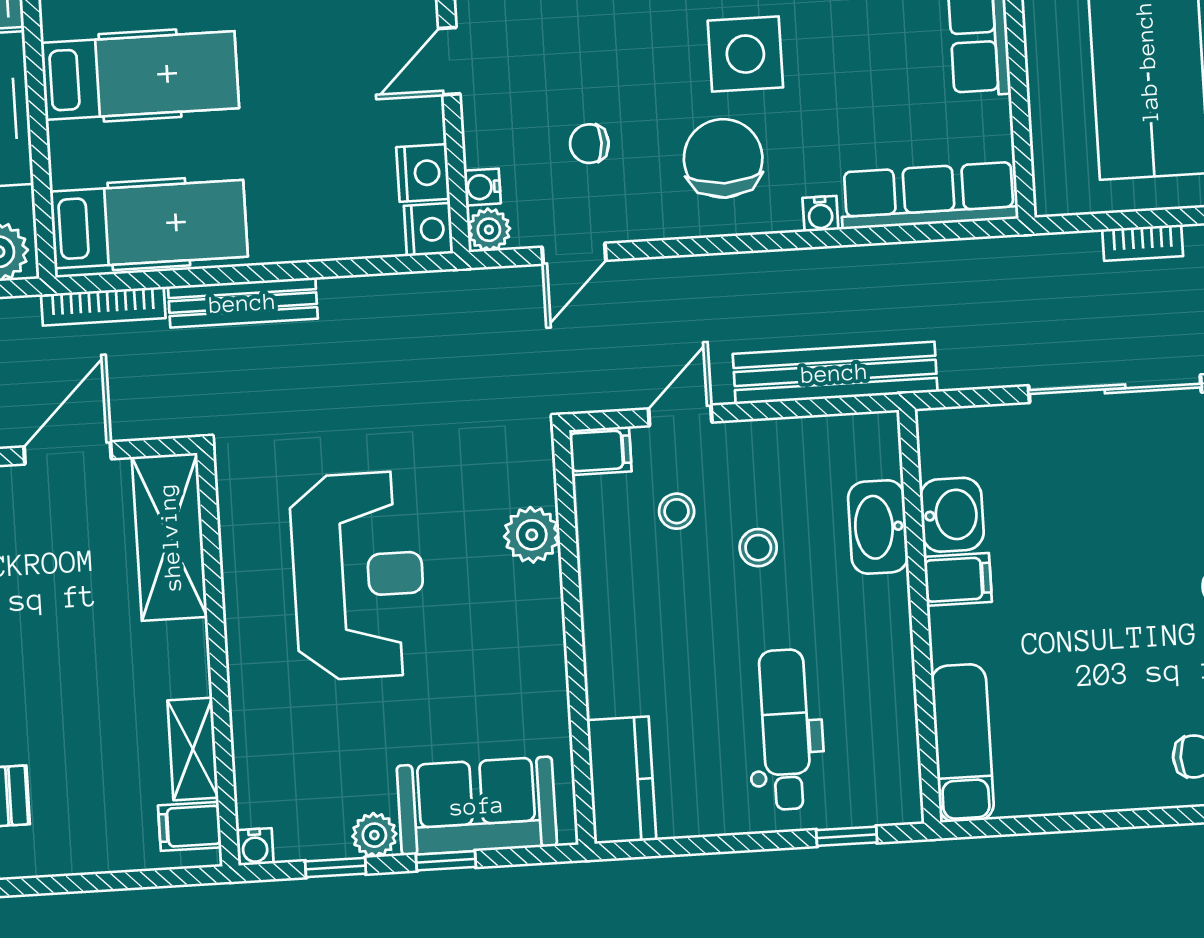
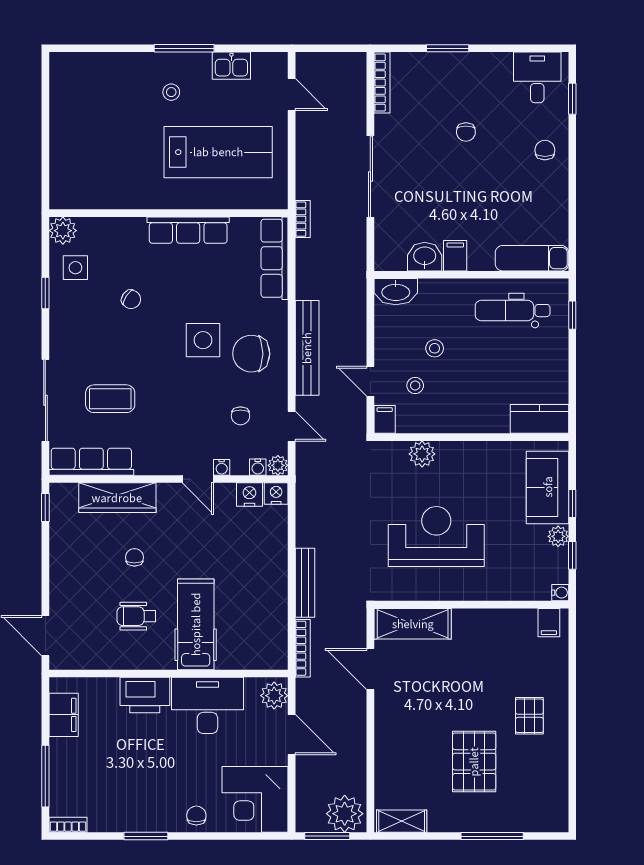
water cooler: (820, 214) -> (222, 467), moved, turned 90
hospital bed: (149, 224) -> (266, 624), removed
bookcase: (1143, 243) -> (303, 219), moved
bench: (835, 373) -> (307, 348), moved
washbasin: (878, 527) -> (396, 292), moved
dental chair: (785, 730) -> (513, 311), moved
shelving: (193, 749) -> (513, 619), removed

